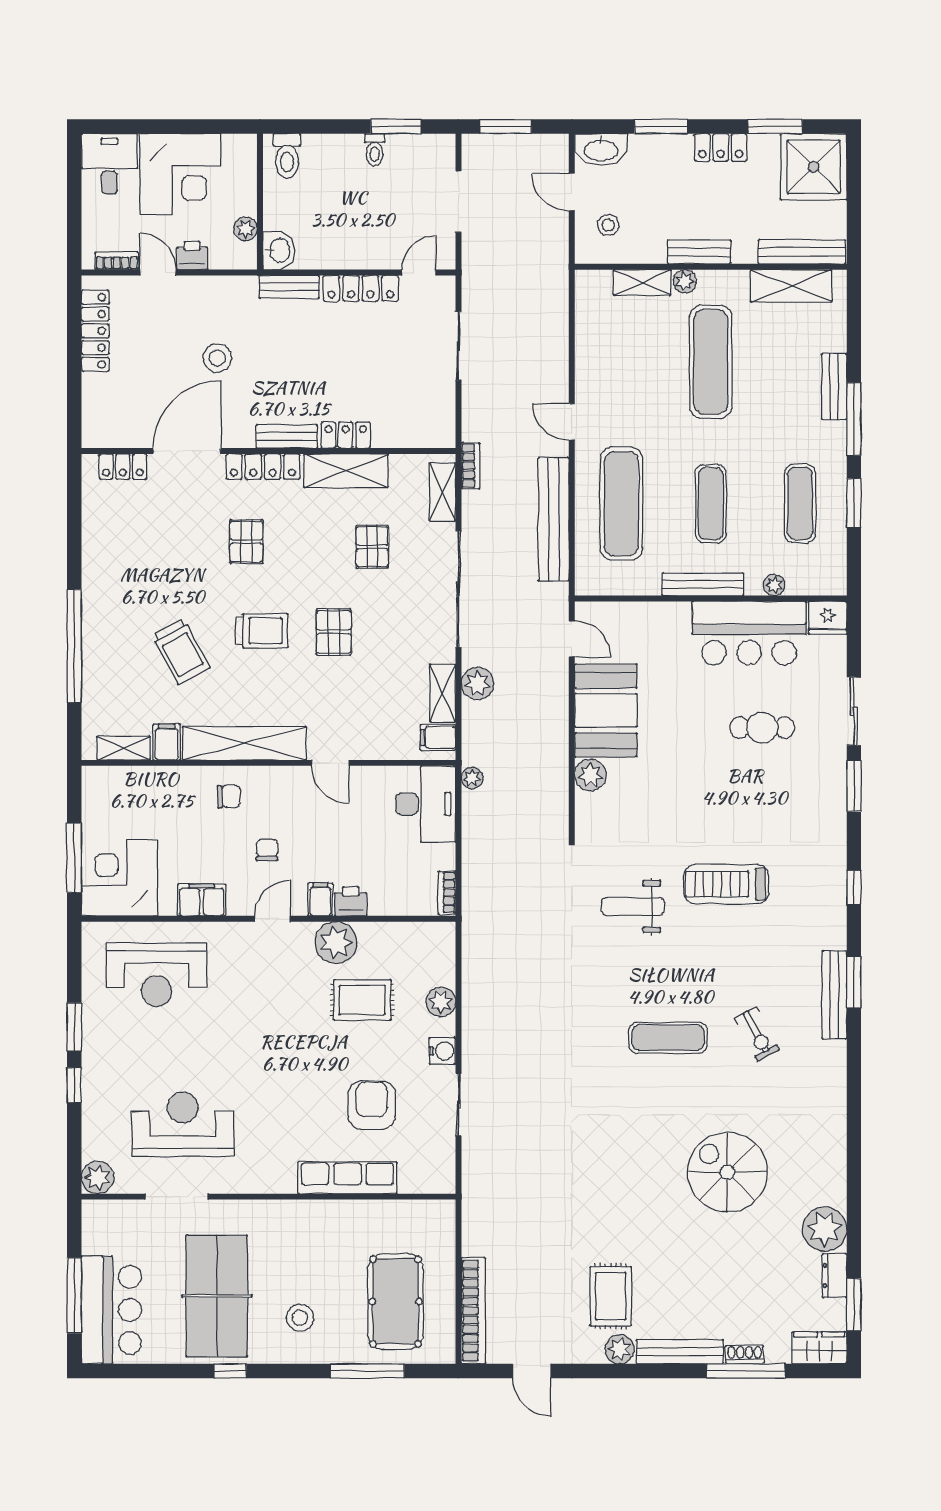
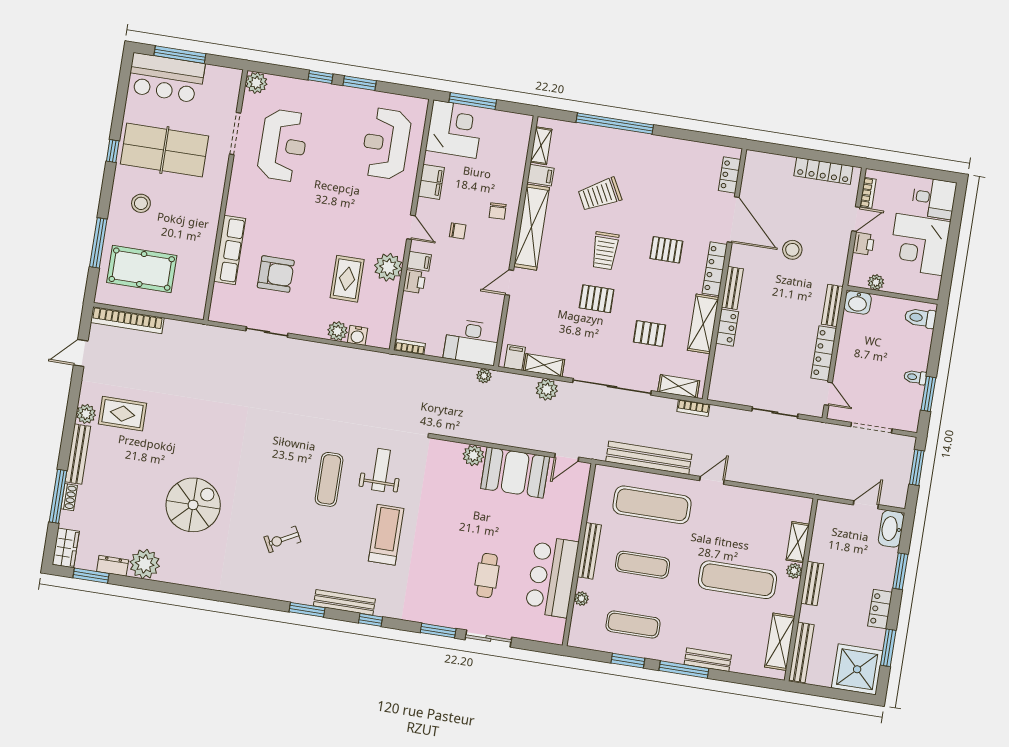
stool: (608, 225) -> (840, 526), removed
fridge: (828, 618) -> (554, 631), removed
bench: (834, 995) -> (344, 602), moved
exercise mat: (668, 1038) -> (329, 479), moved
water cooler: (442, 1051) -> (357, 335), moved

